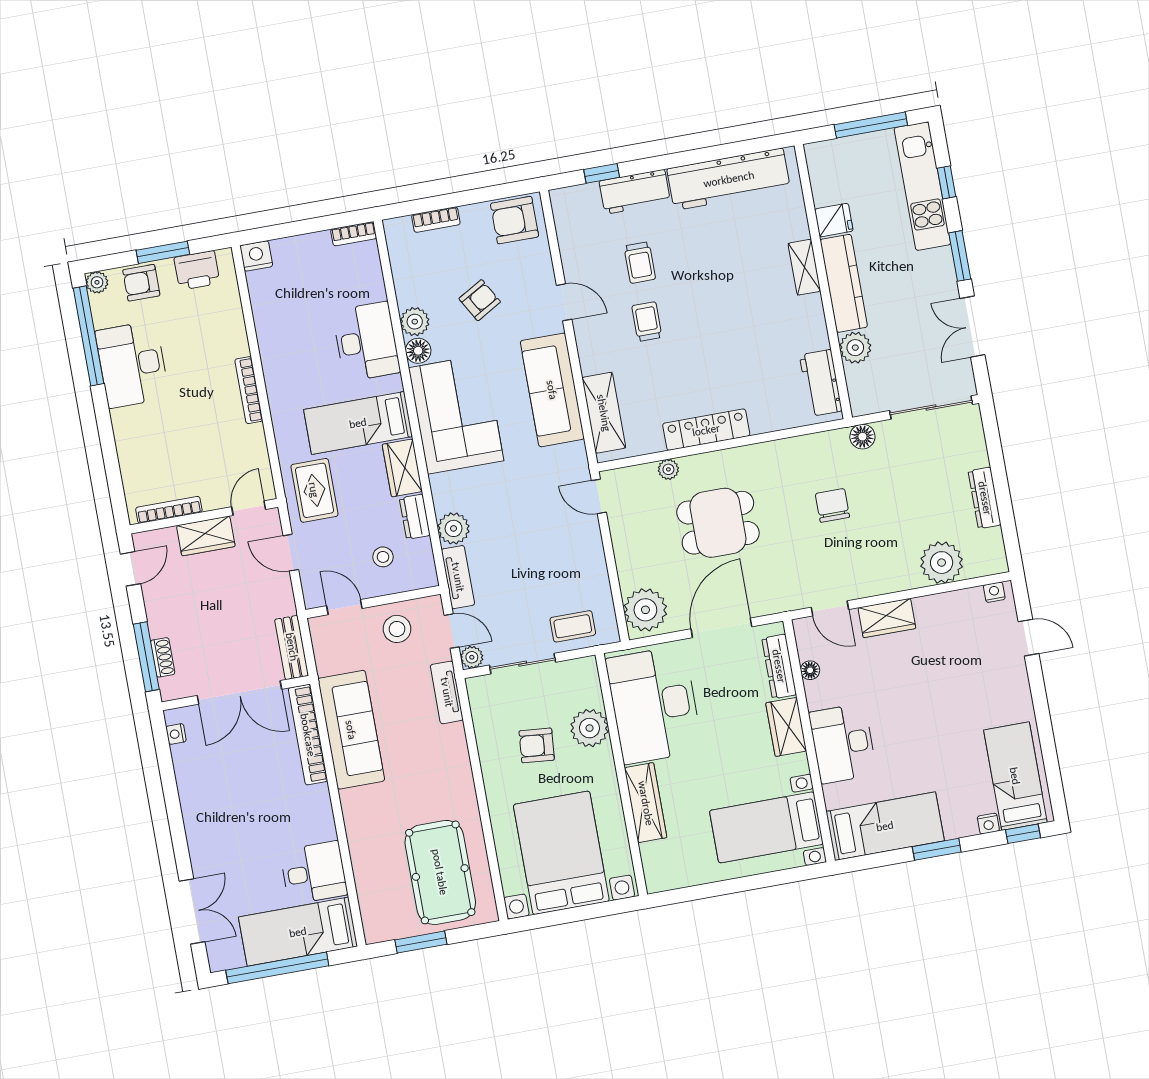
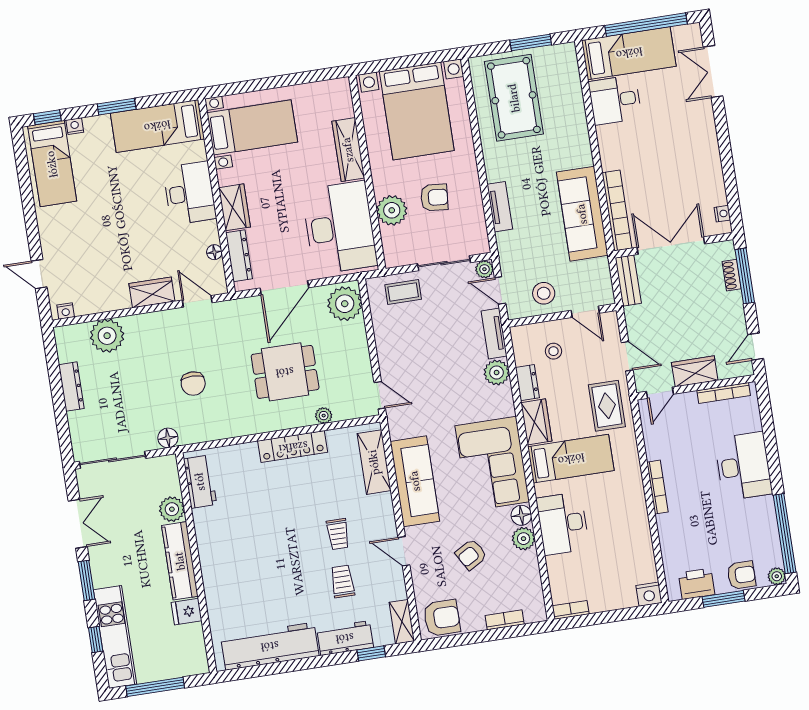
shelving: (804, 267) -> (402, 622), moved
desk: (132, 364) -> (743, 466), moved
tv unit: (447, 692) -> (500, 207), moved

